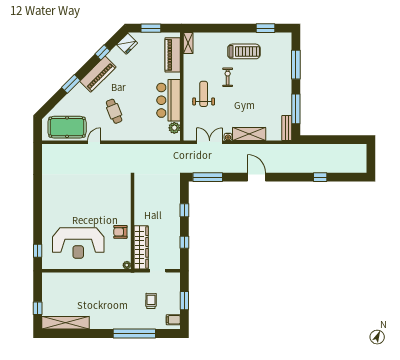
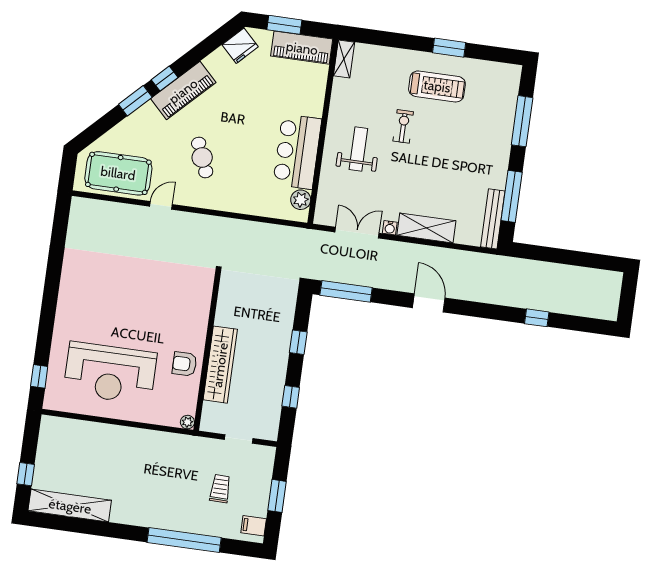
window: (265, 28) -> (449, 48), moved
window: (102, 52) -> (165, 79), moved
piano: (173, 55) -> (302, 48), moved, turned -90
bench: (287, 128) -> (493, 219), width x1.36
wardrobe: (141, 247) -> (220, 365), moved

